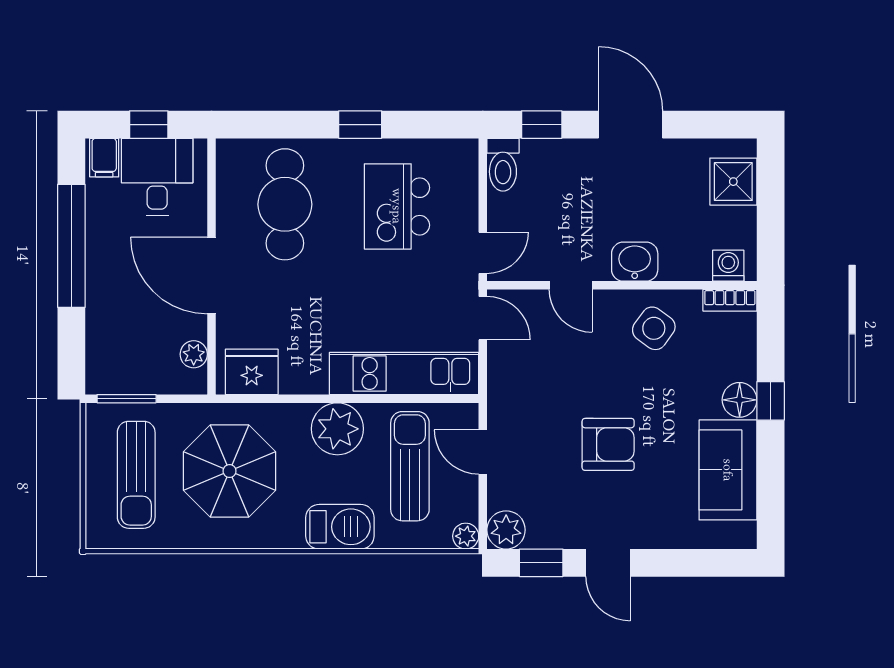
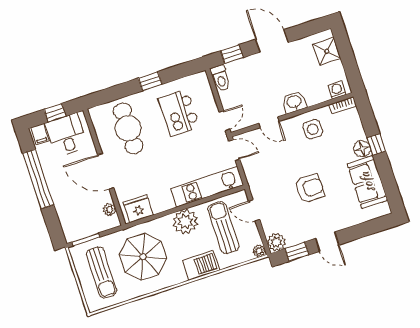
side table: (654, 328) -> (313, 129), turned -38

